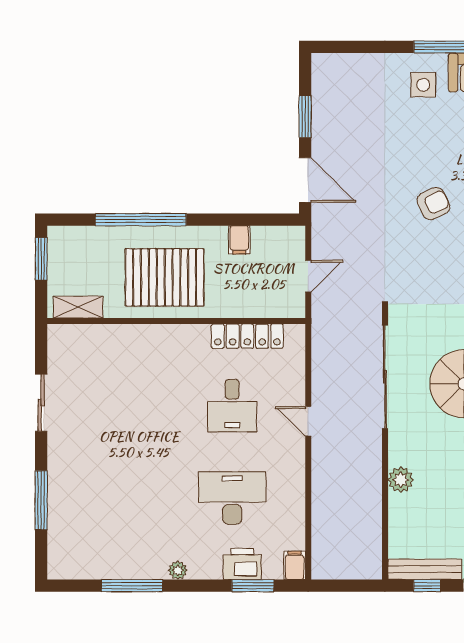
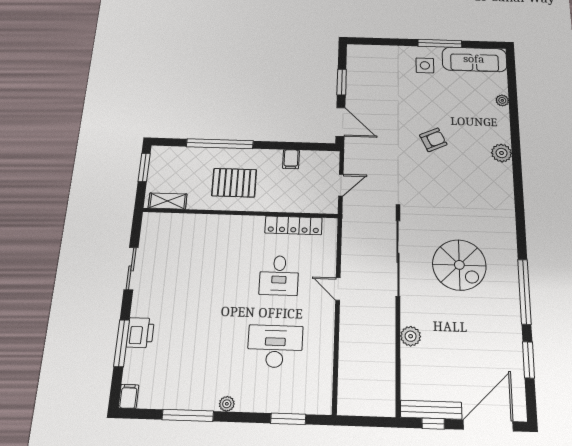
pallet: (165, 277) -> (234, 183), width x0.73, depth x0.71
printer: (242, 564) -> (140, 333), moved, turned 90
filing cabinet: (295, 565) -> (128, 396), moved

